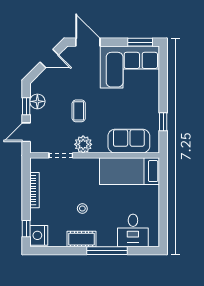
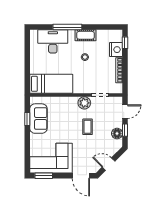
sofa: (129, 141) -> (38, 119), moved, turned -90
desk: (133, 230) -> (53, 41), width x1.37
nightstand: (39, 235) -> (116, 50), moved

